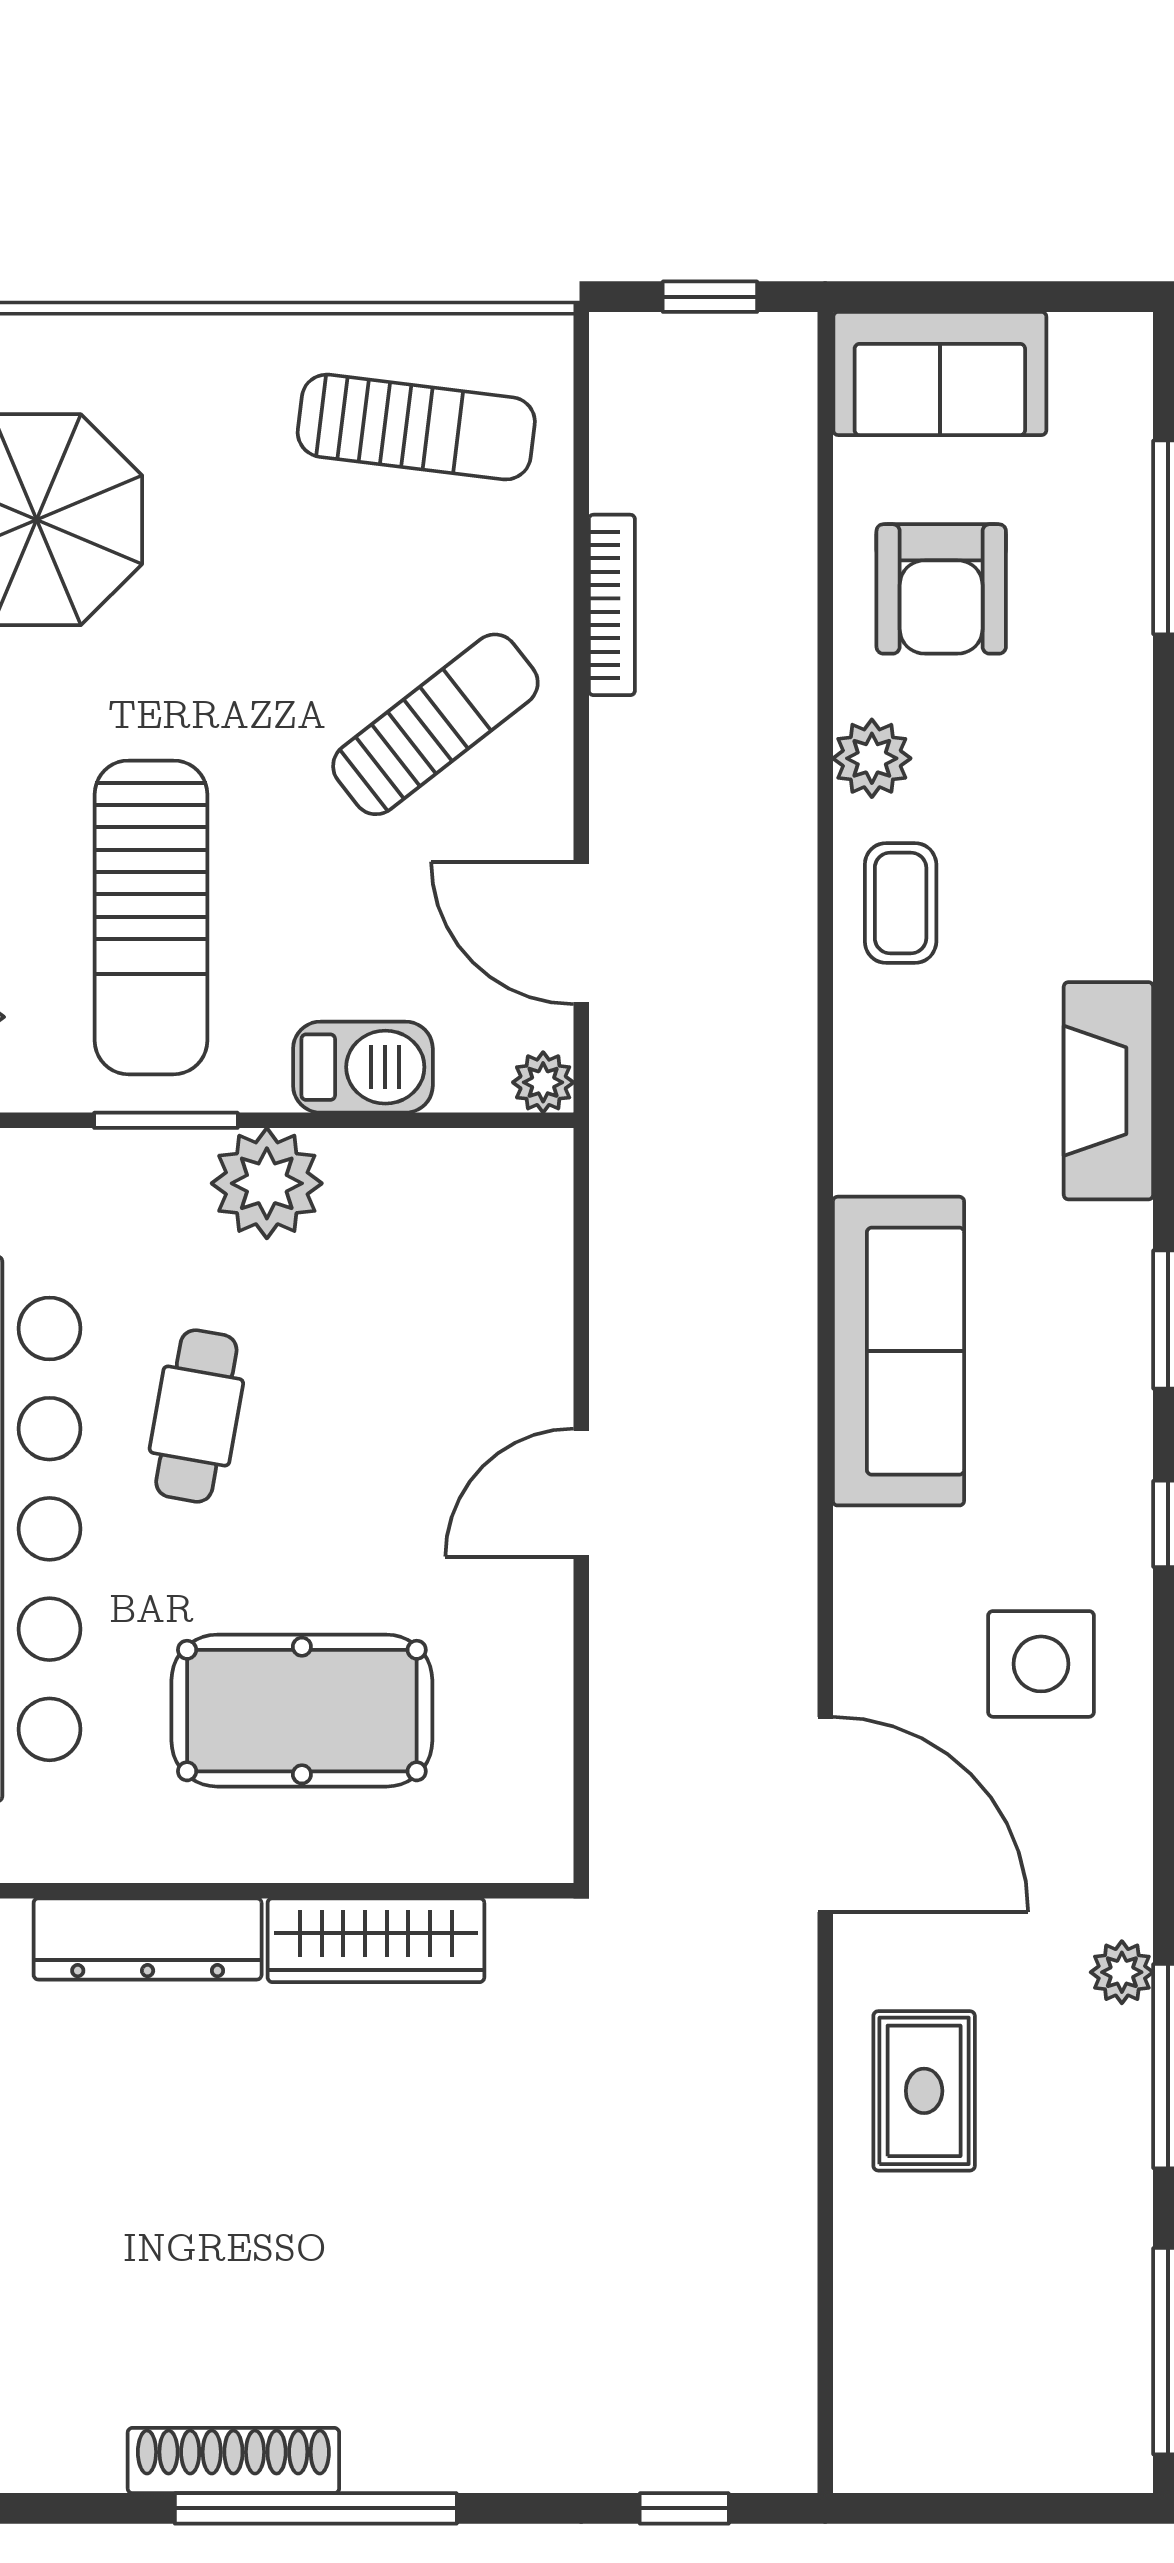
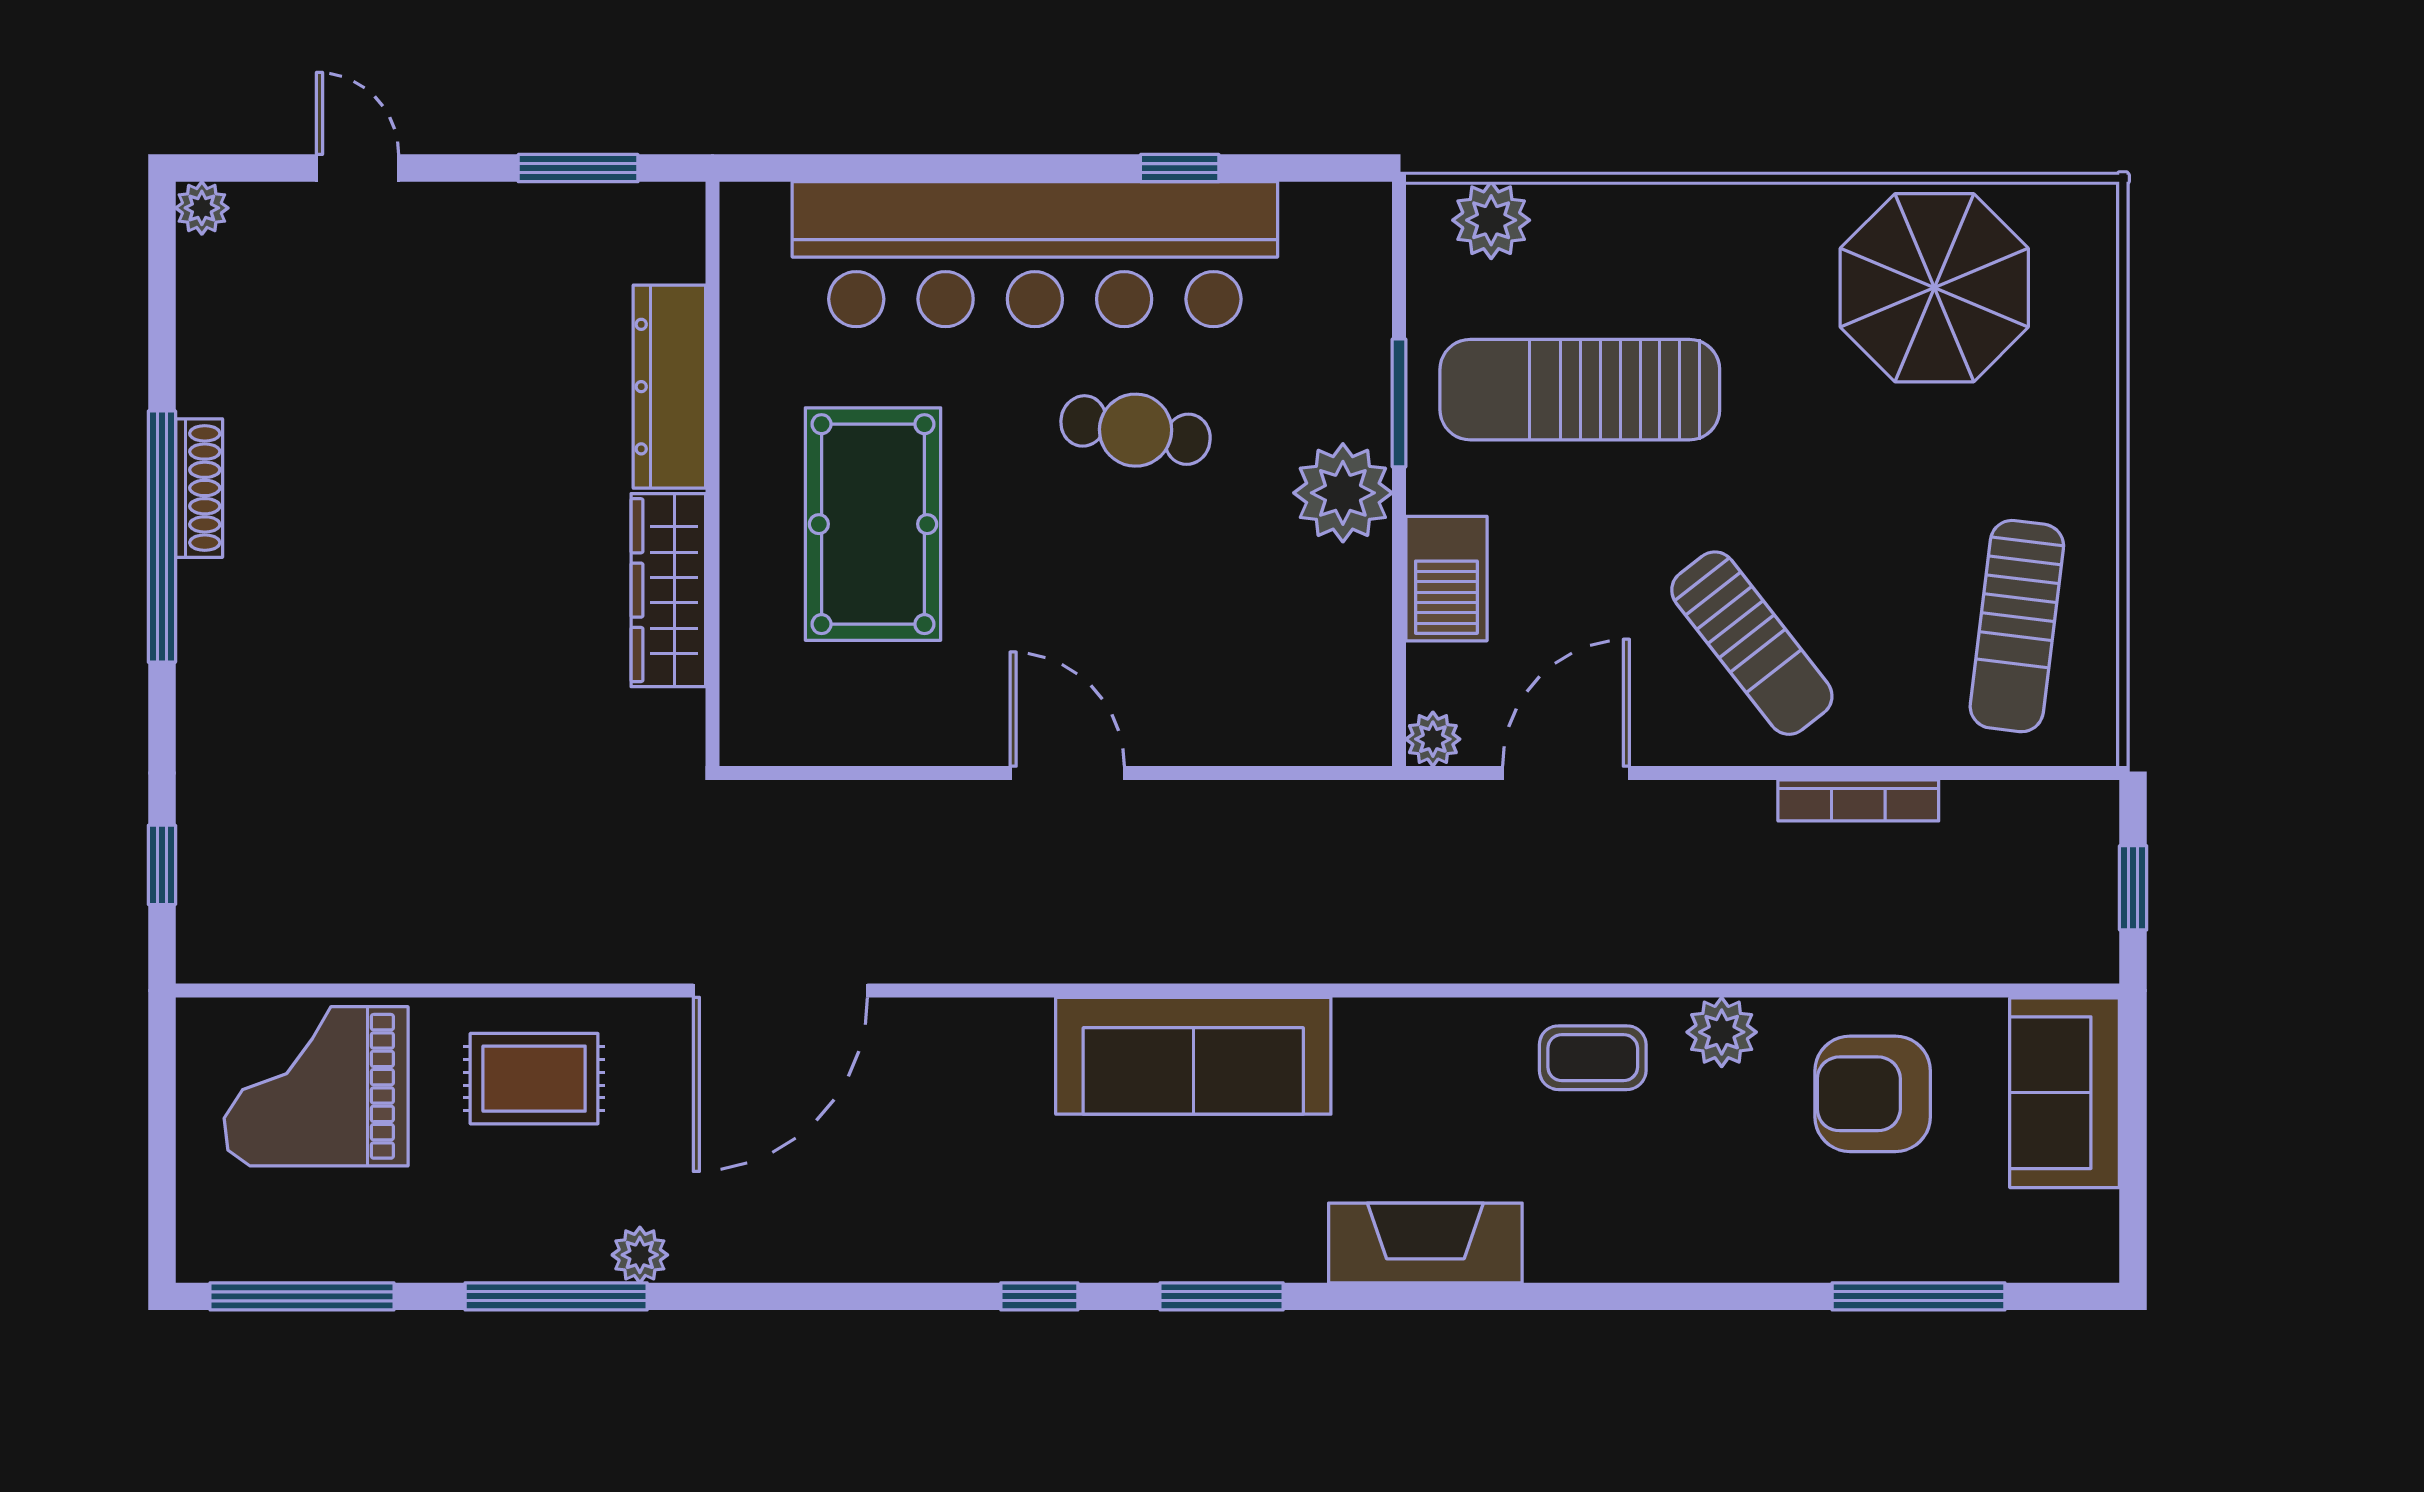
side table: (1041, 1664) -> (915, 1183), removed
grand piano: (933, 2335) -> (316, 1086), added
shoe rack: (233, 2461) -> (199, 488), width x0.74, depth x0.81

